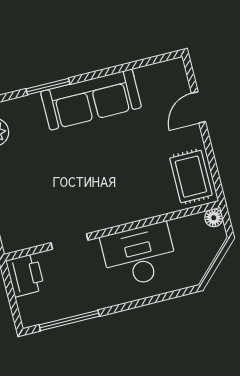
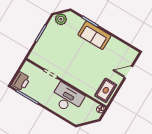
sofa: (91, 100) -> (94, 35), width x0.73
printer: (25, 275) -> (21, 81), moved

